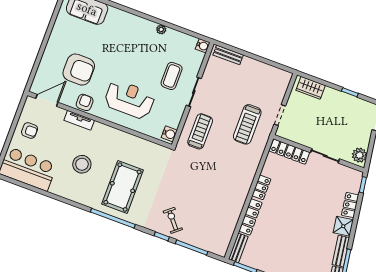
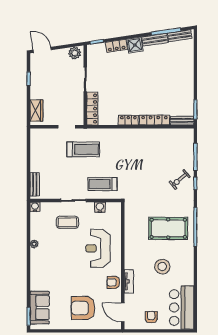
armchair: (79, 70) -> (83, 308), moved, turned -90
water cooler: (169, 134) -> (100, 207), moved

